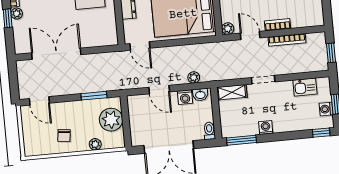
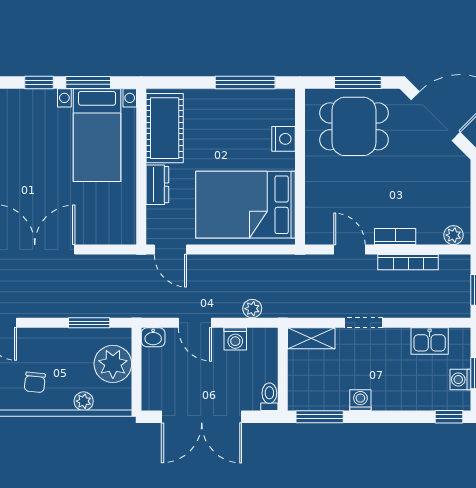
plant: (228, 29) -> (453, 235), moved
washbasin: (200, 95) -> (153, 337), moved

